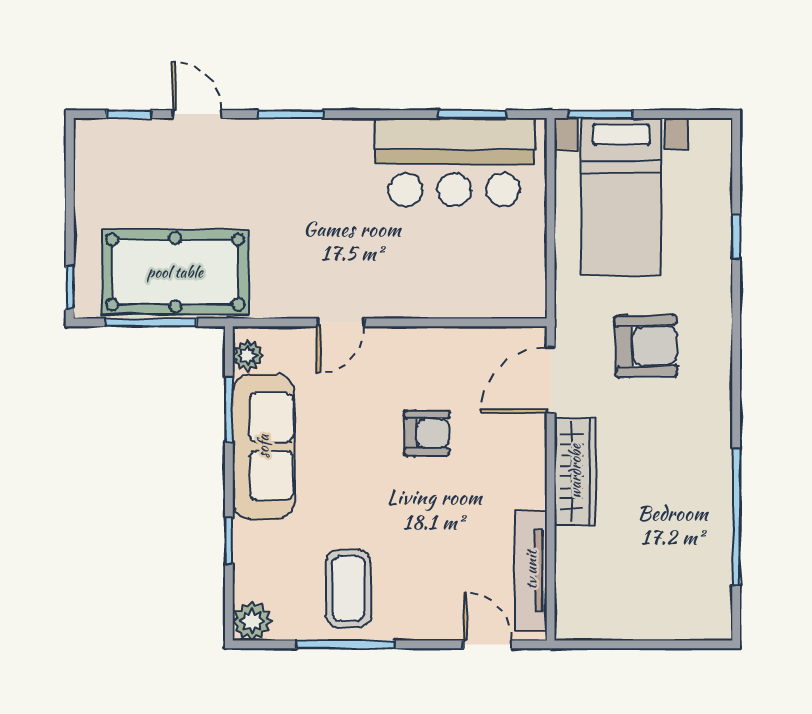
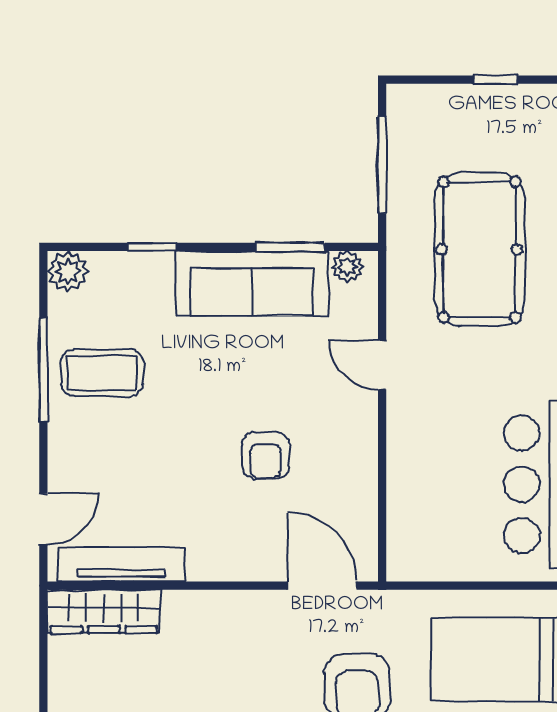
pool table: (175, 272) -> (479, 250), moved
window: (70, 287) -> (496, 80), moved
wardrobe: (575, 471) -> (104, 611), moved

